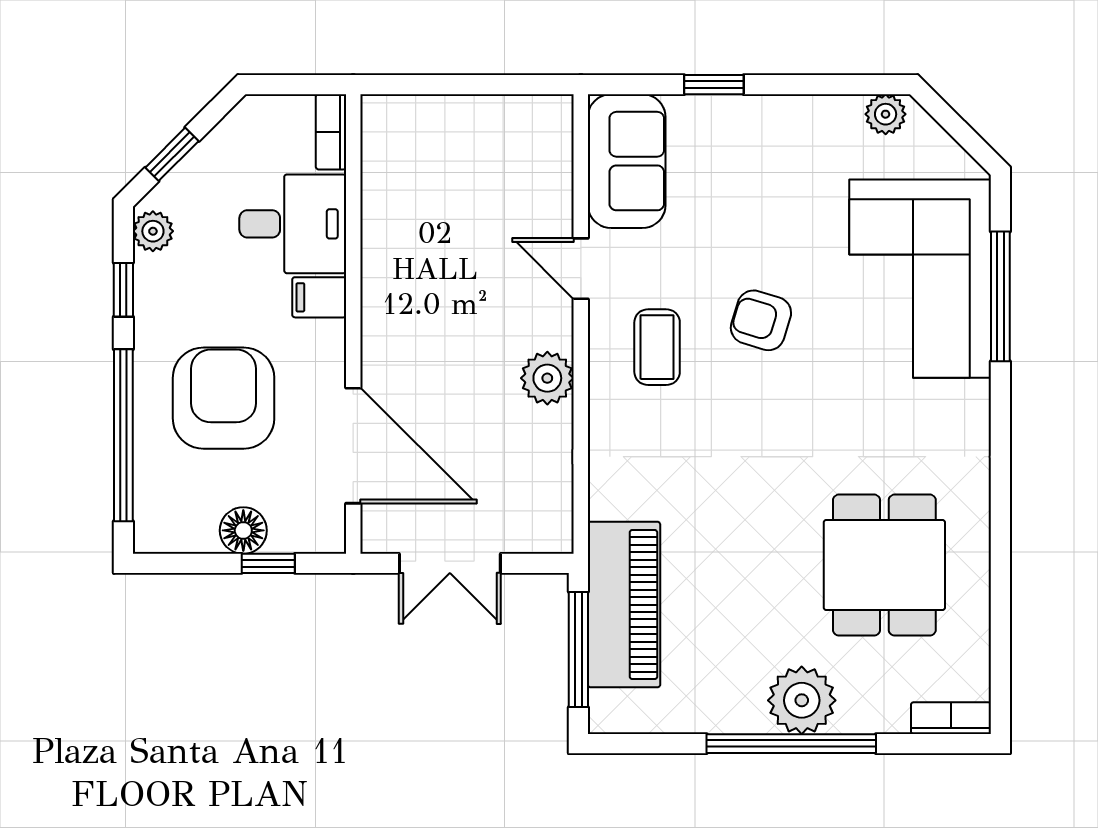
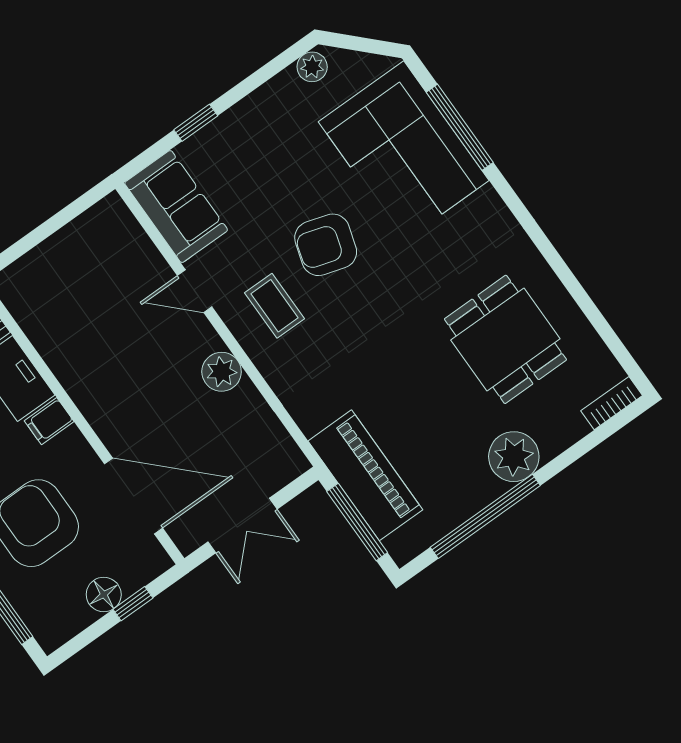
armchair: (761, 320) -> (326, 245), width x1.38, depth x1.38
window: (791, 744) -> (485, 516), moved

